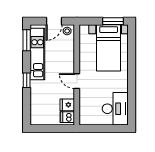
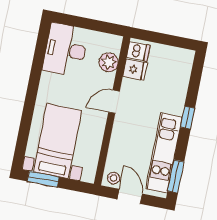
door: (54, 21) -> (130, 196), hinge flipped
door: (77, 81) -> (114, 102), swing flipped
plant: (85, 106) -> (109, 62), added

